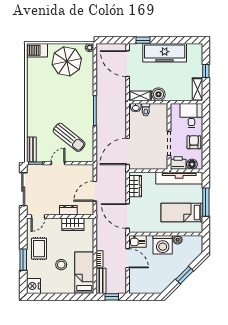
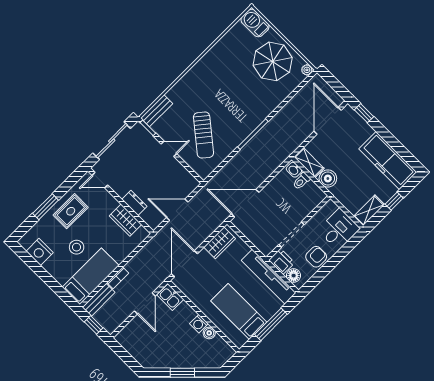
freezer: (165, 53) -> (388, 161), moved
washing machine: (163, 245) -> (199, 324), width x0.53, depth x0.53
nightstand: (33, 286) -> (40, 252), moved, turned -90

